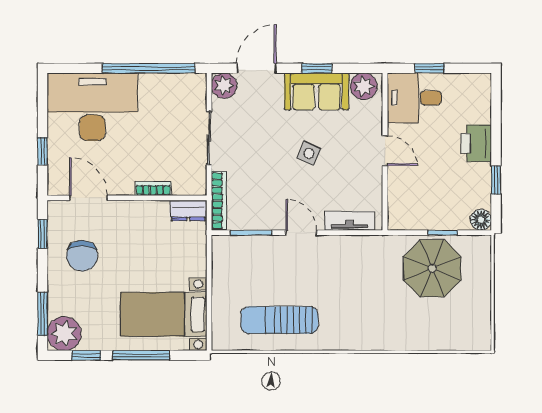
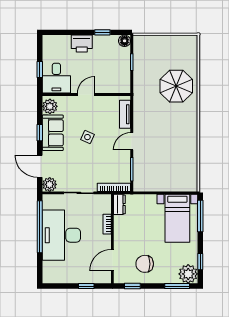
desk: (92, 107) -> (61, 235), moved
chair: (82, 256) -> (145, 264), turned 180
parasol: (432, 268) -> (176, 86), moved
sun lounger: (279, 320) -> (181, 154), removed
window: (141, 355) -> (200, 216), moved

